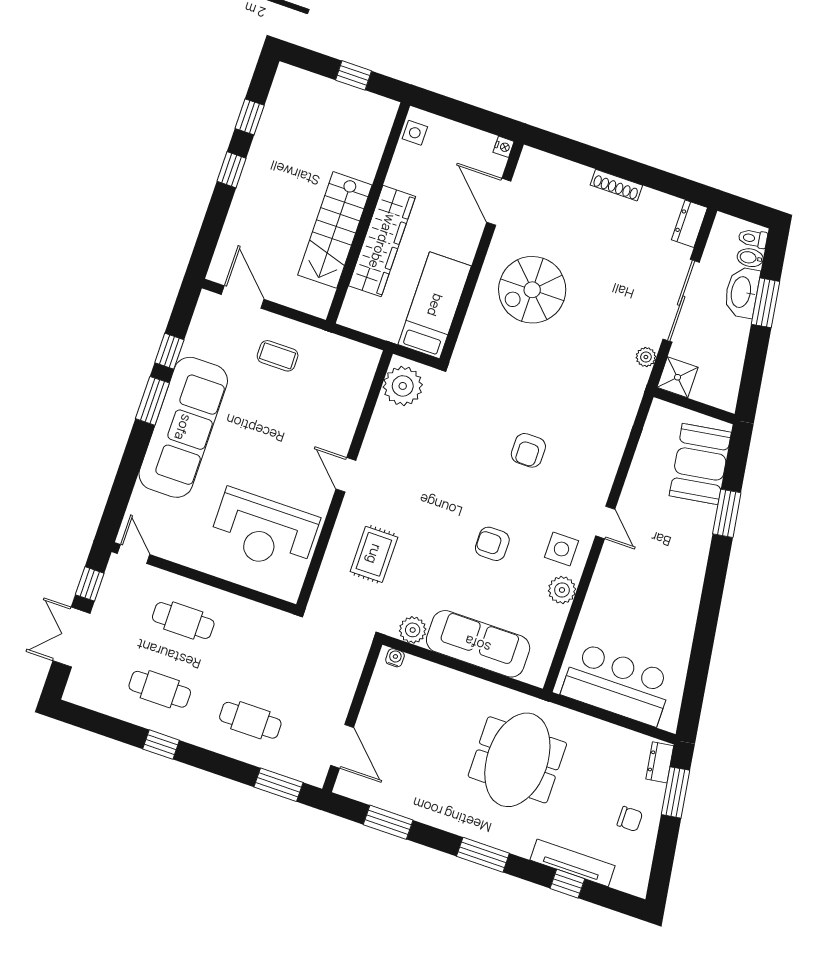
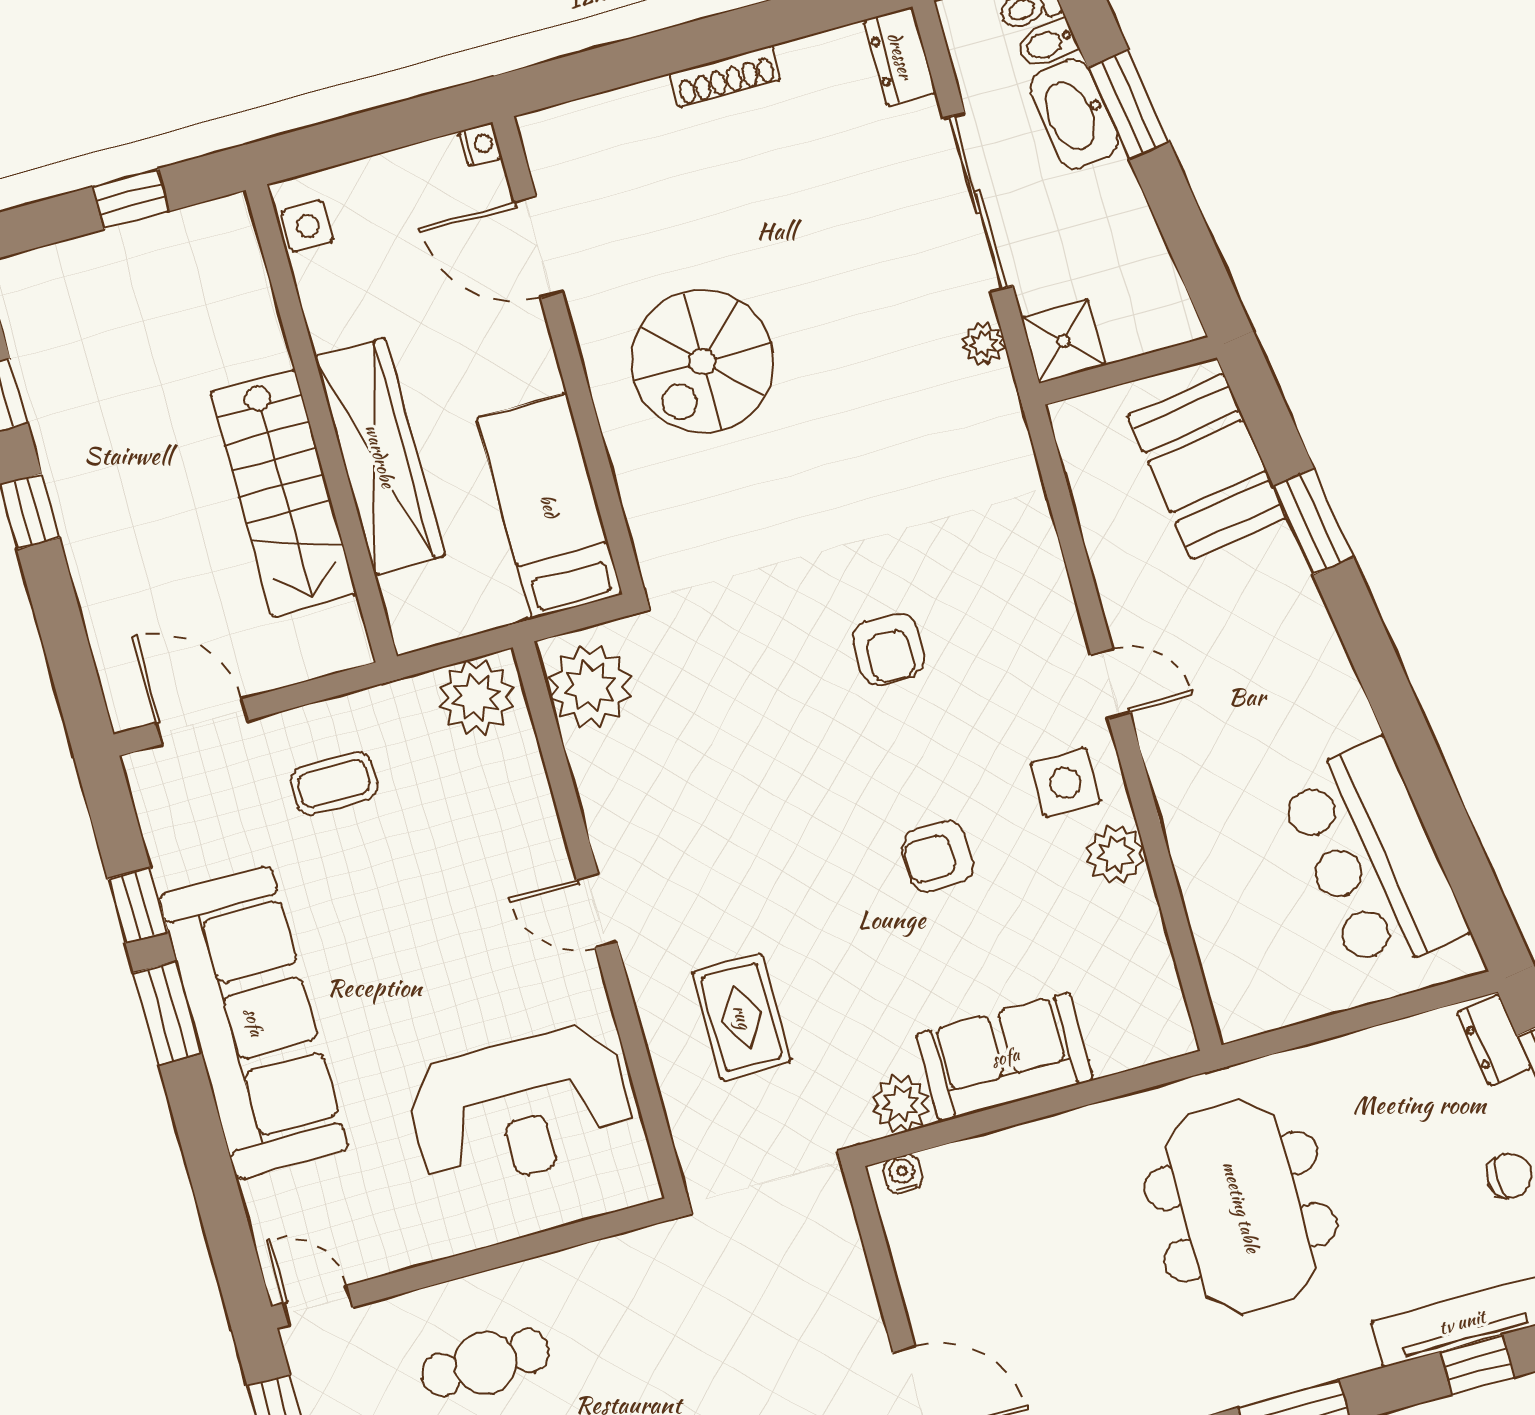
plant: (356, 360) -> (476, 697), added
sofa: (478, 644) -> (1005, 1057), width x0.73
bar counter: (617, 684) -> (1373, 858), moved, turned -98

